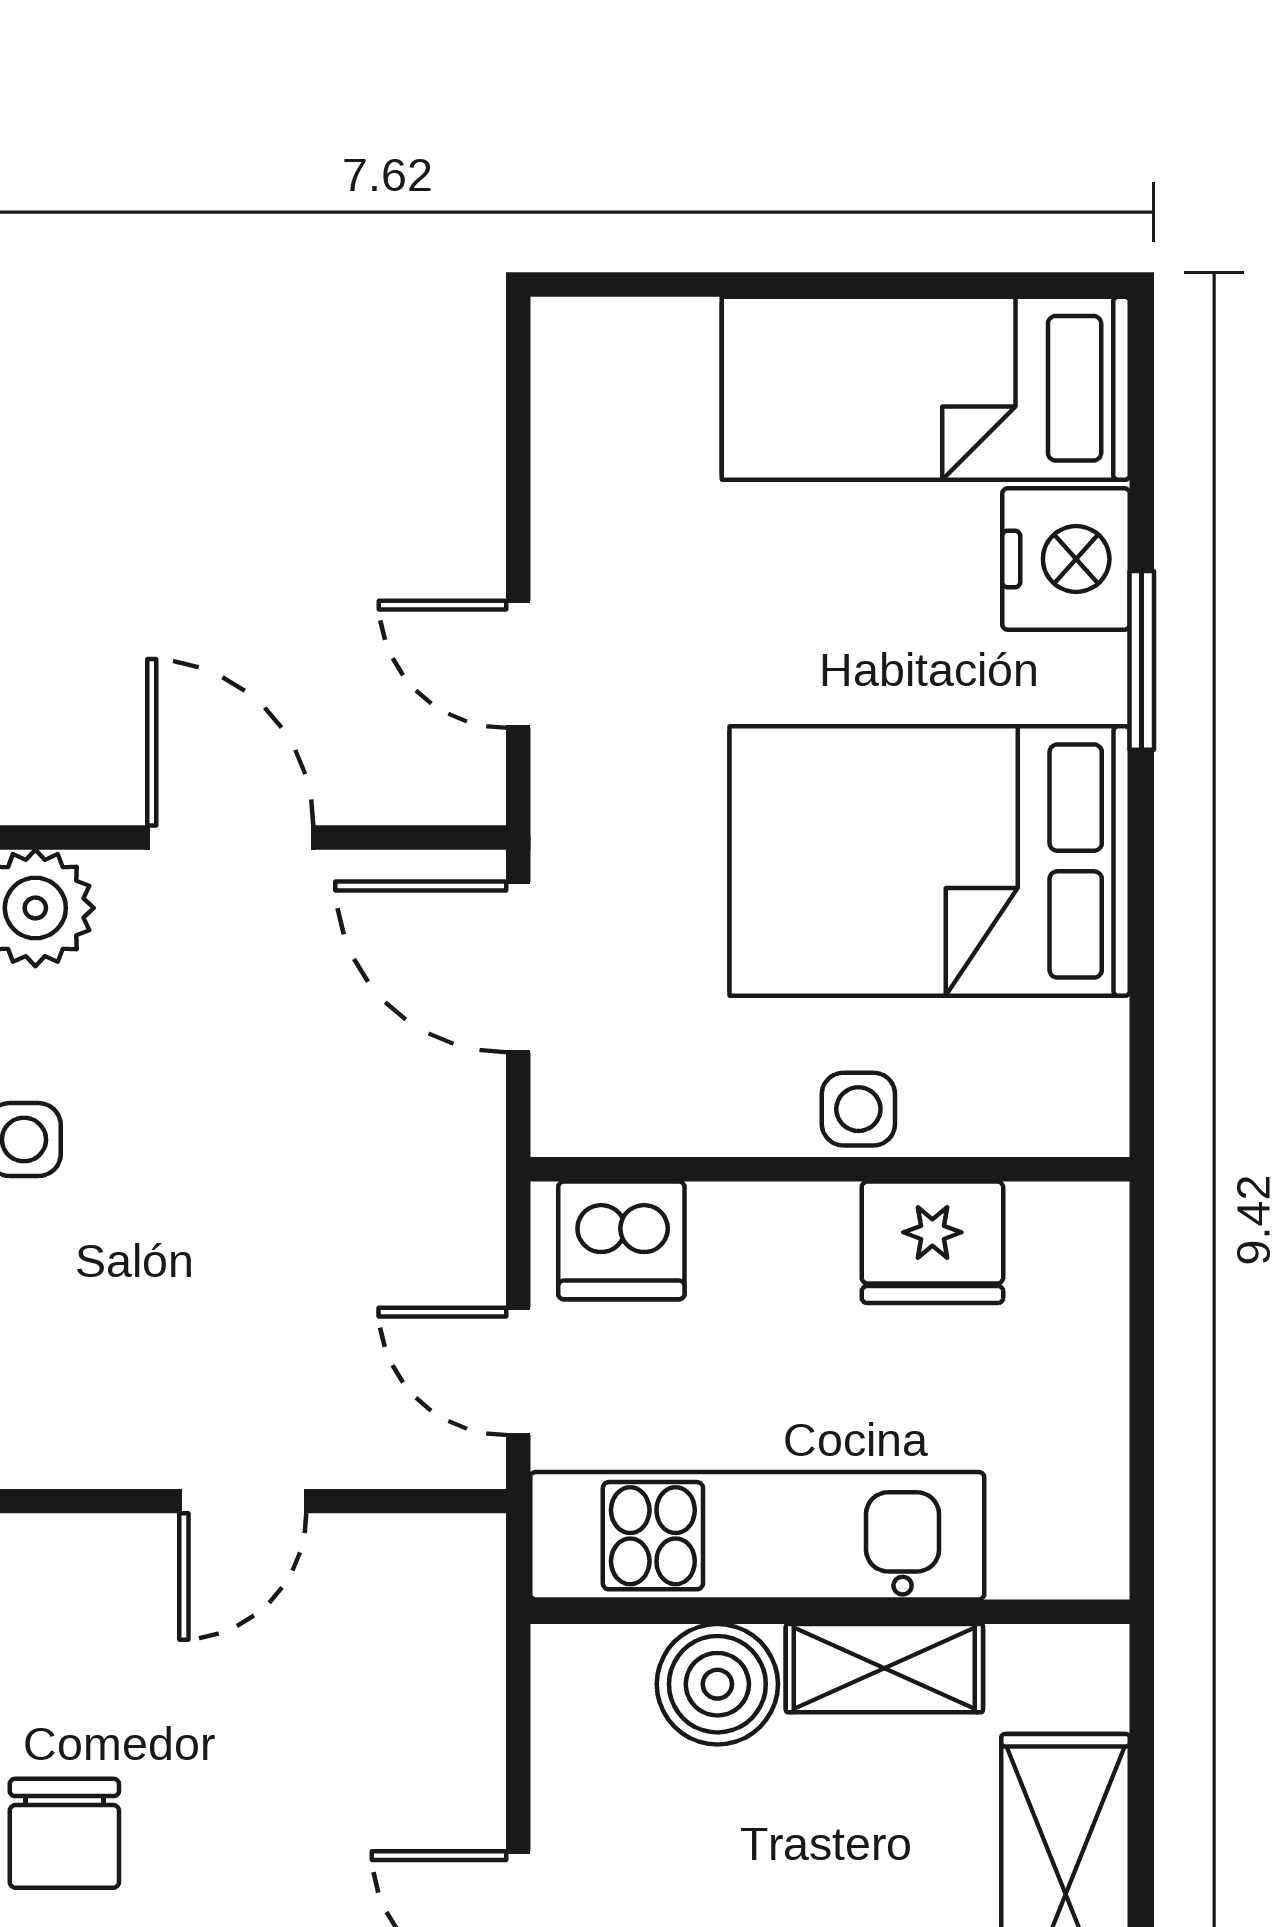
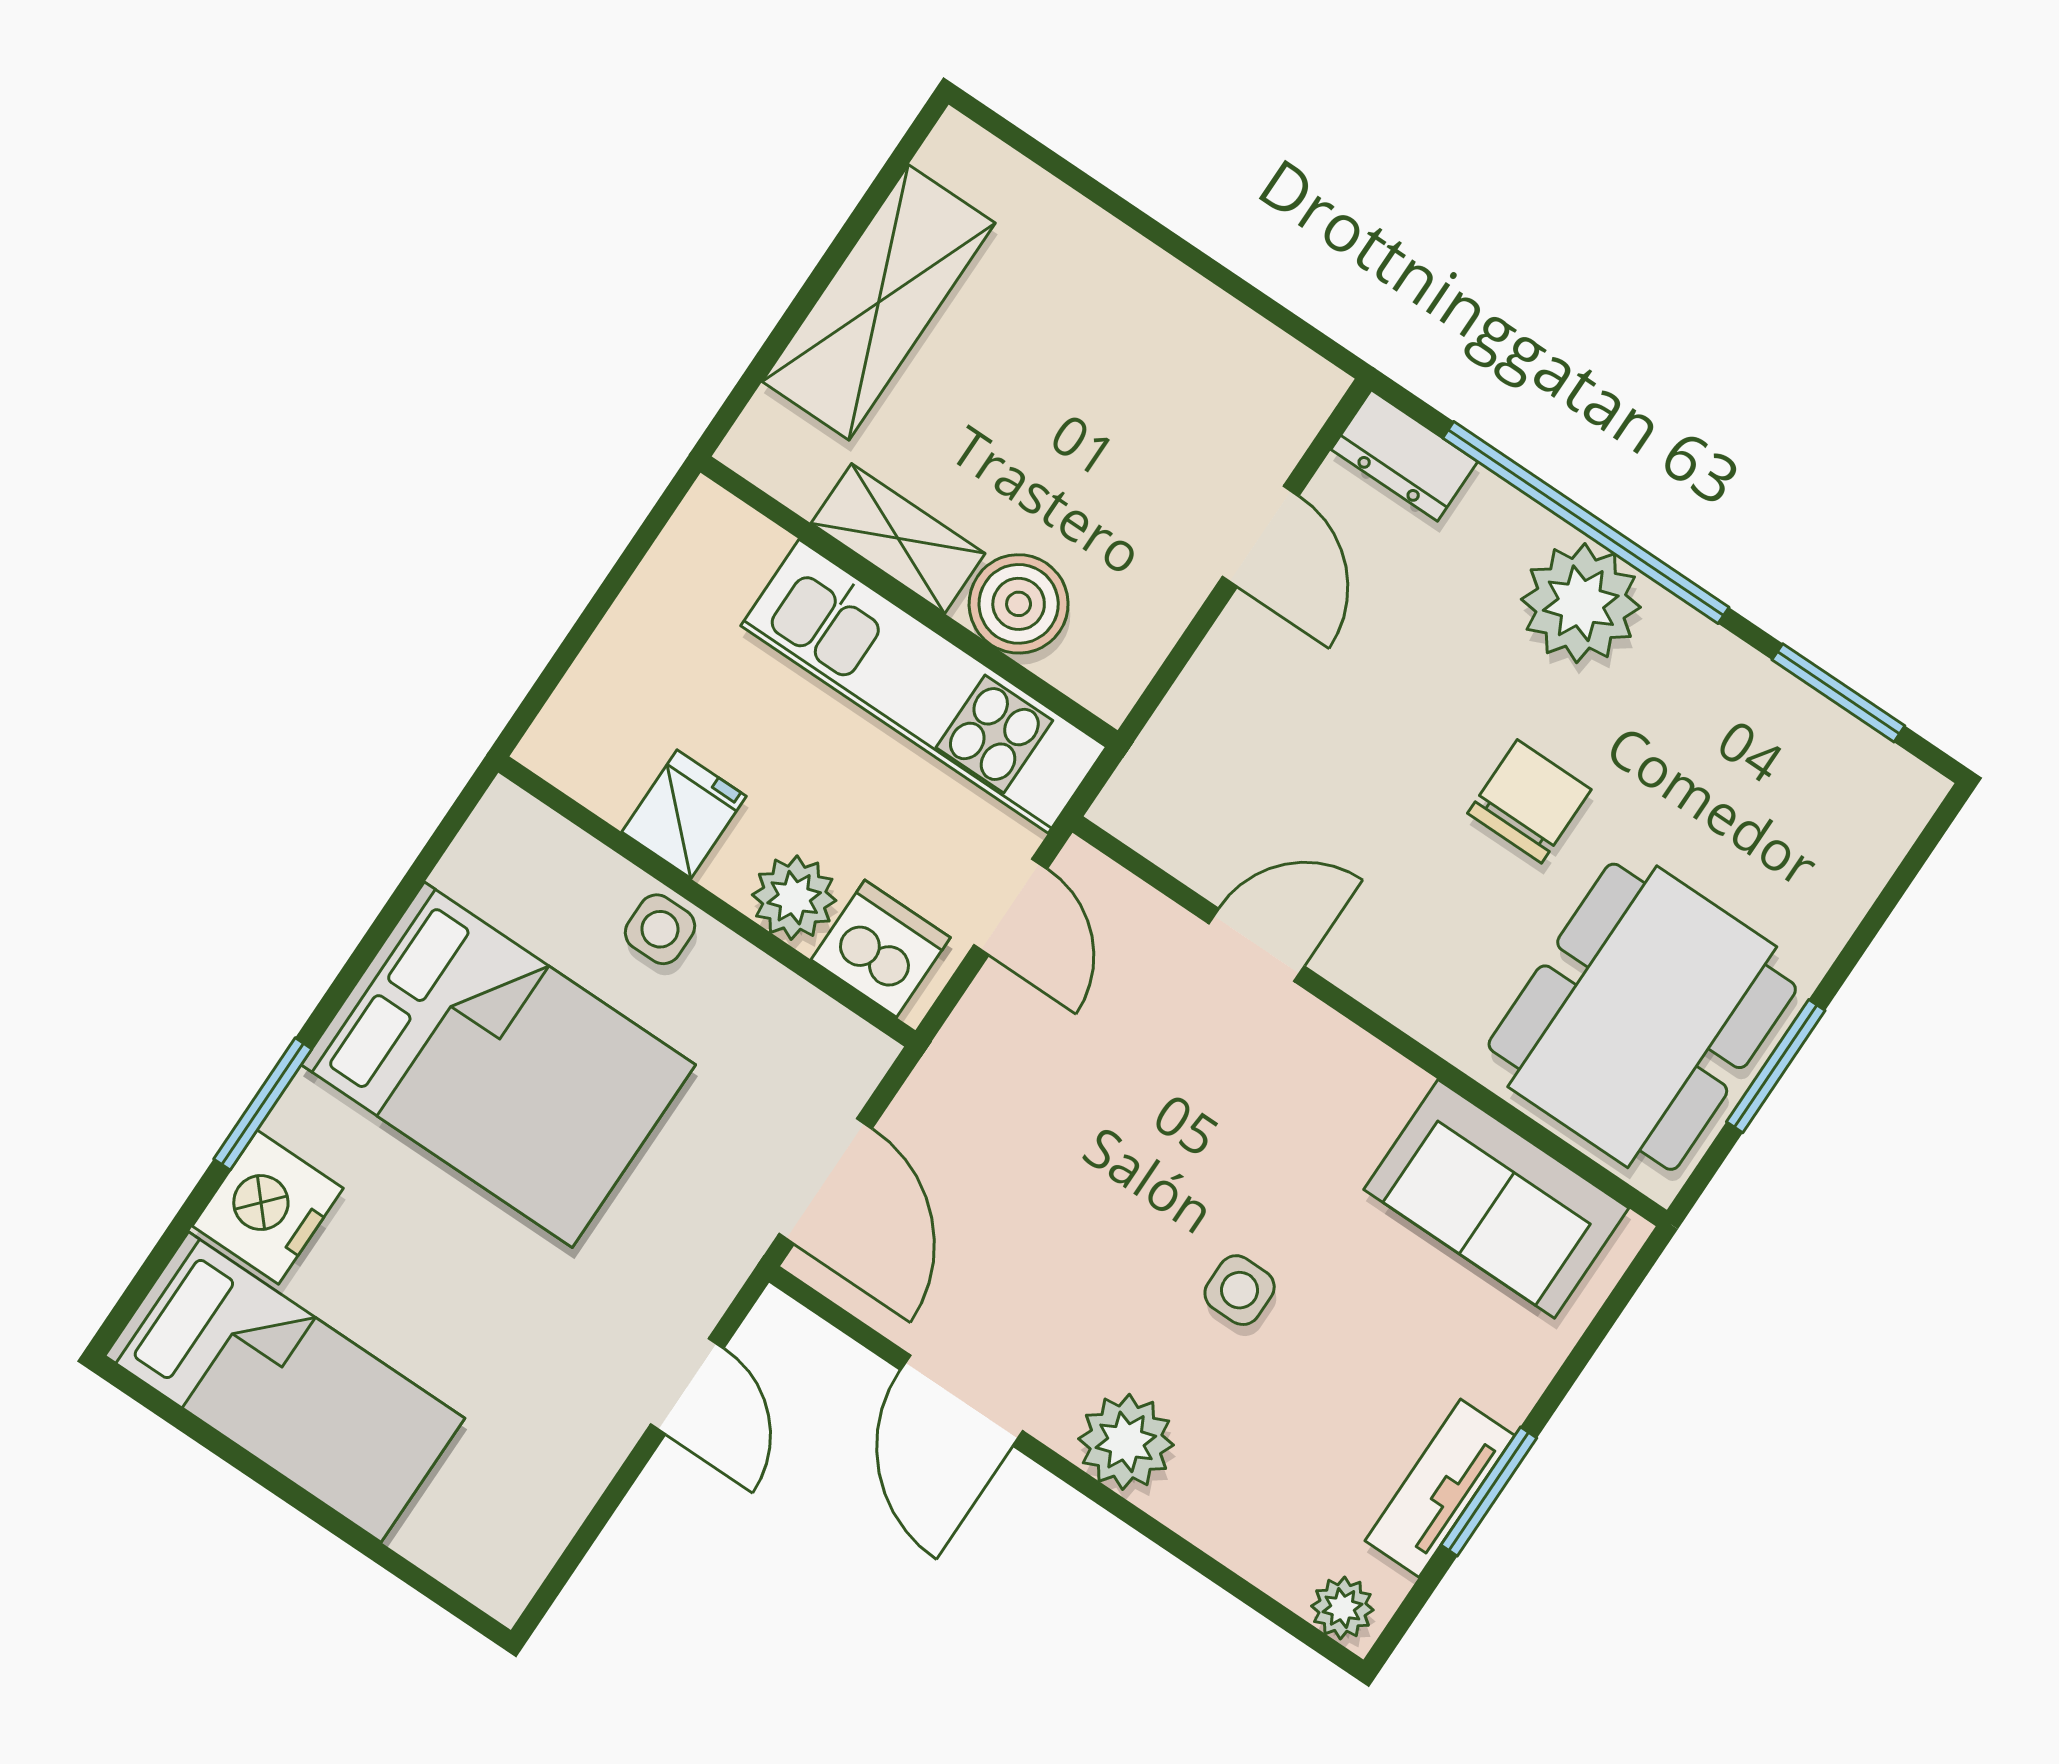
plant: (744, 1233) -> (794, 898), added
fridge: (932, 1242) -> (684, 814), width x0.72

